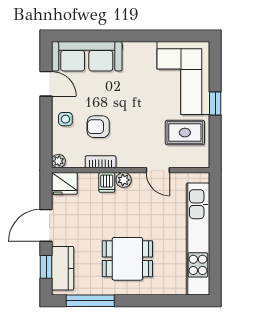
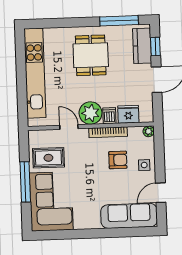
door: (46, 84) -> (161, 193), hinge flipped
window: (215, 103) -> (25, 182), width x2.17
bookcase: (101, 162) -> (108, 132), width x1.56
plant: (124, 180) -> (90, 113), width x1.87, depth x1.87
fridge: (64, 183) -> (128, 114), moved
dining table: (127, 259) -> (91, 55), turned 90

